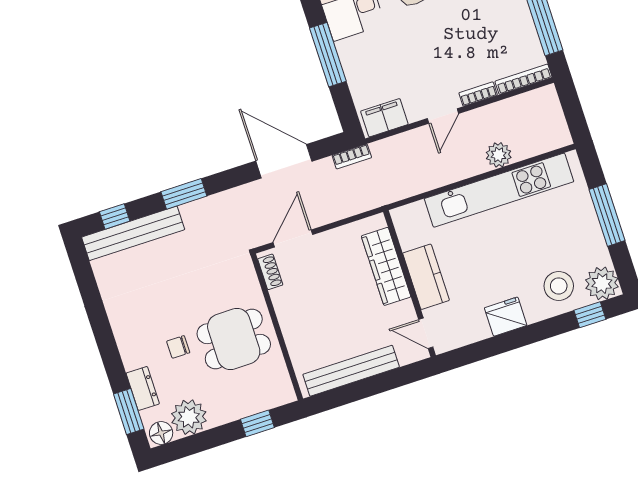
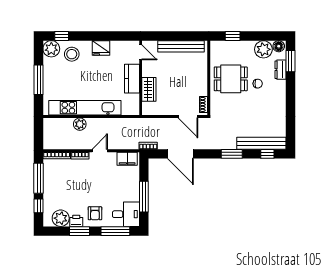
door: (293, 239) -> (188, 117), hinge flipped
wardrobe: (386, 266) -> (149, 89), width x0.67

